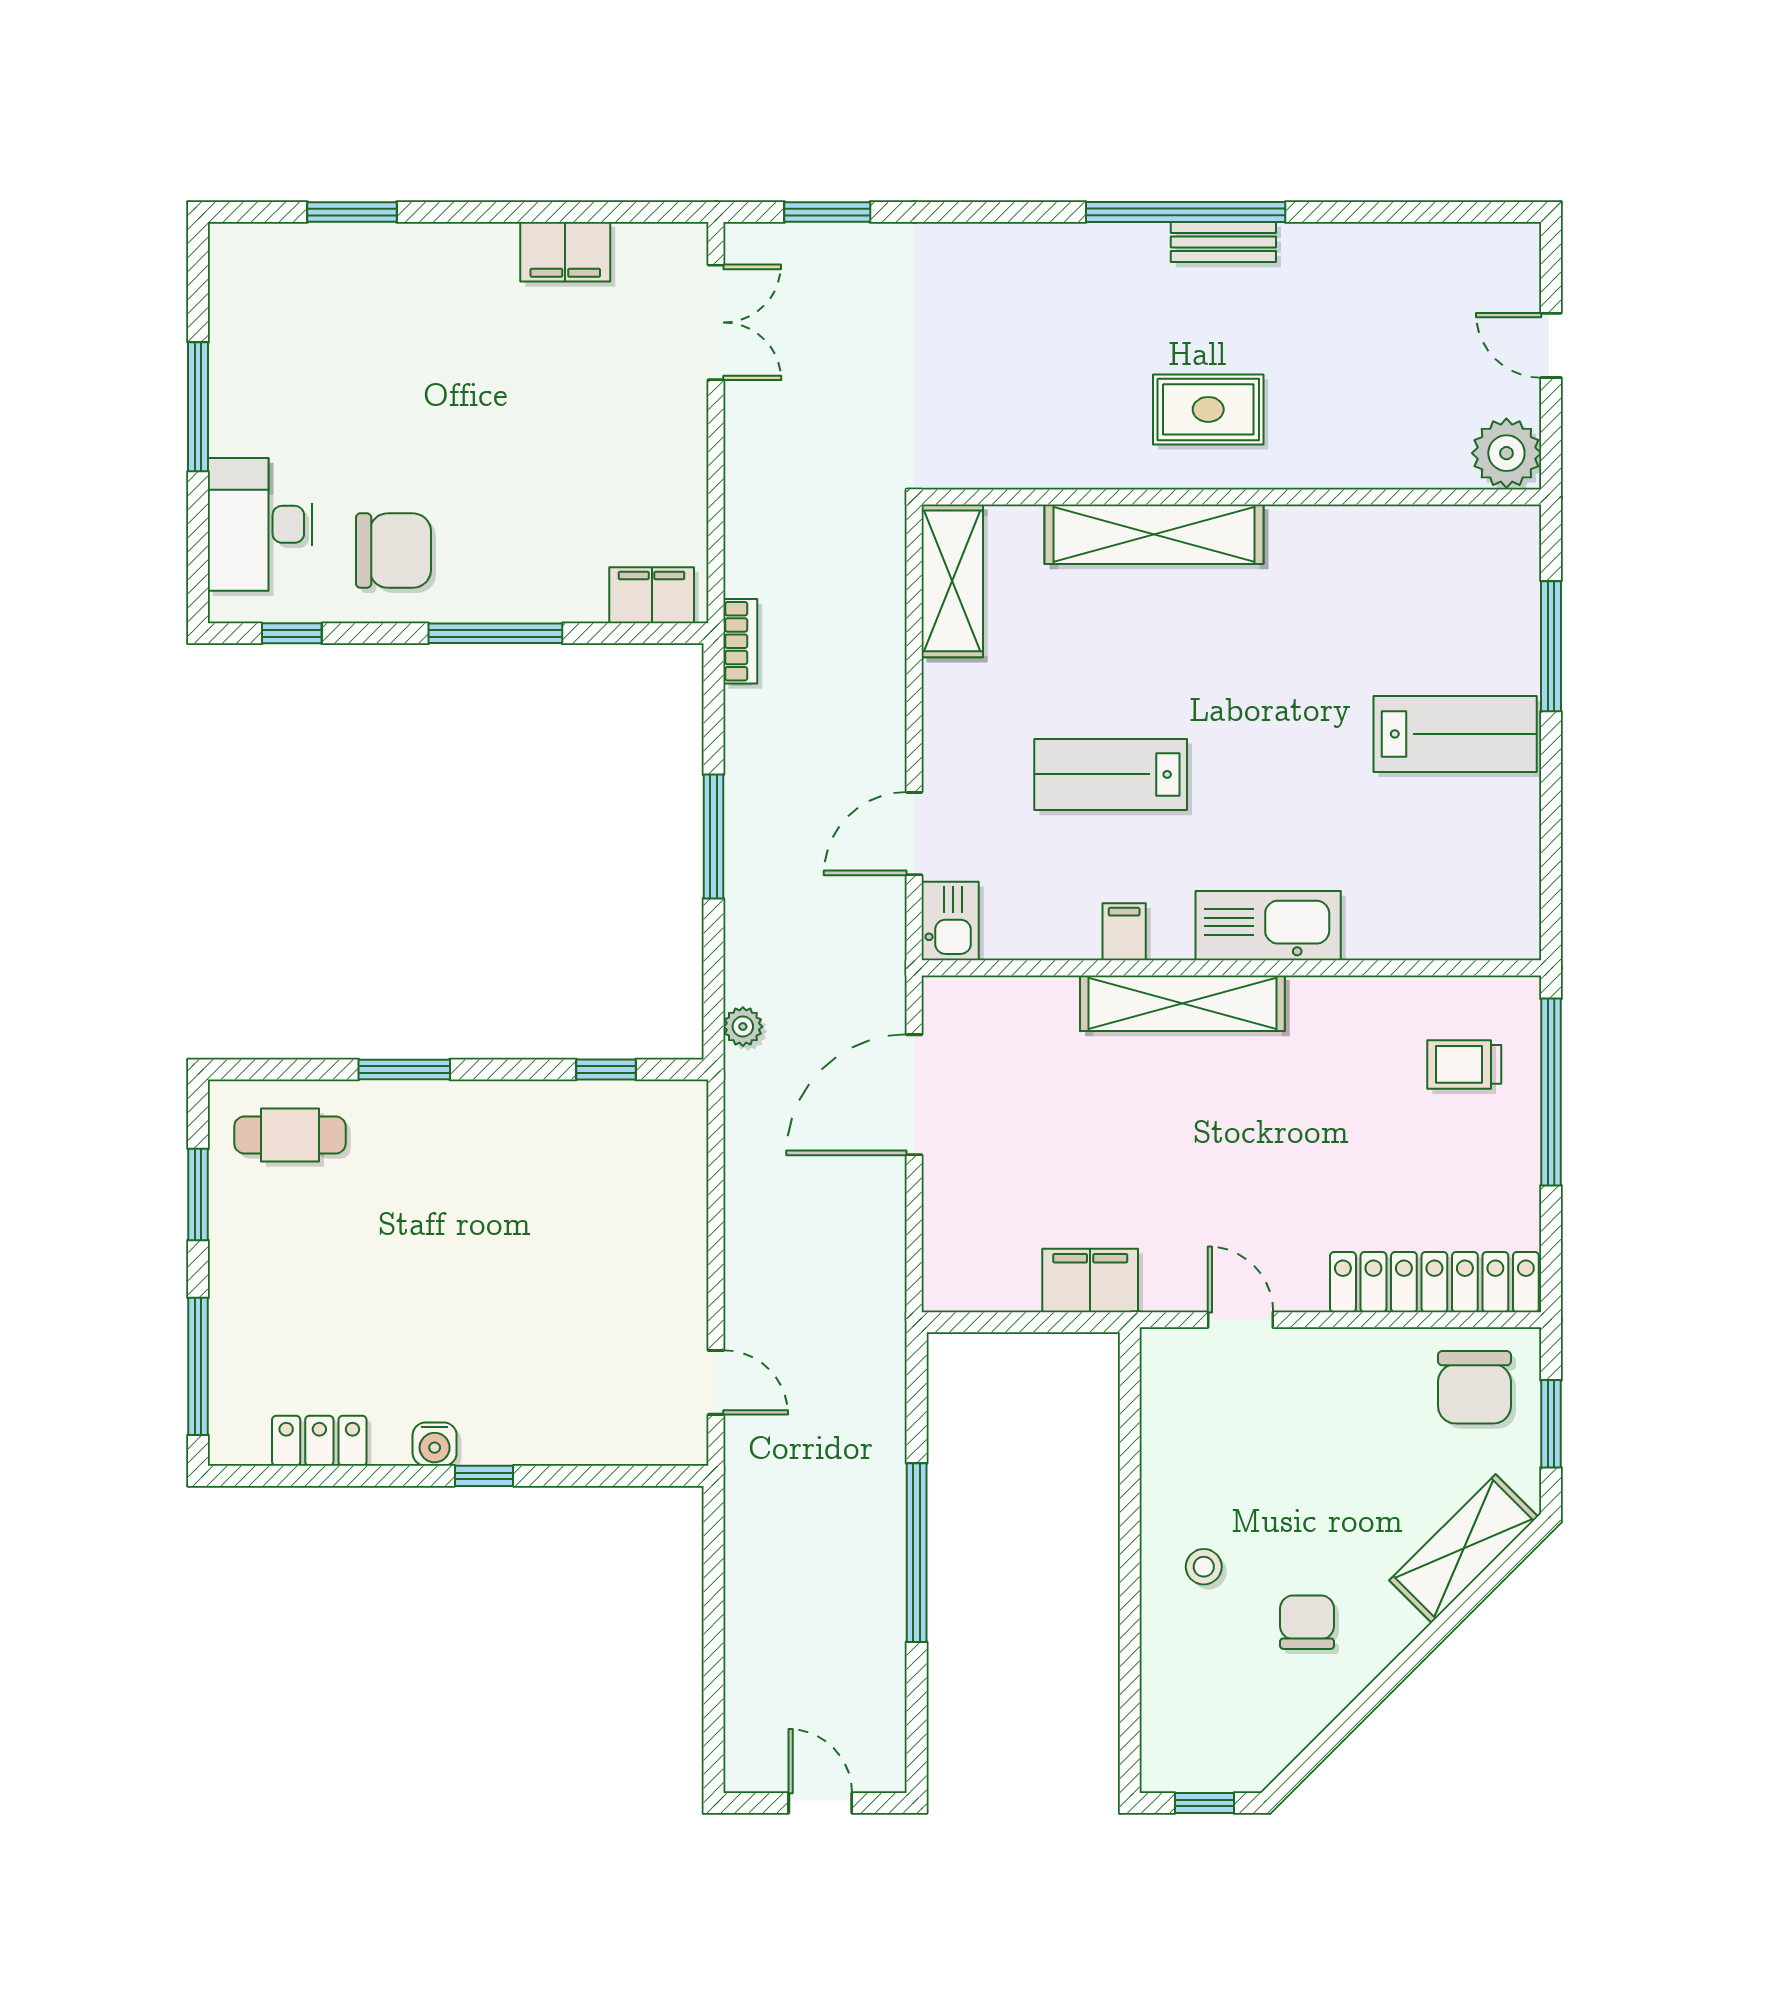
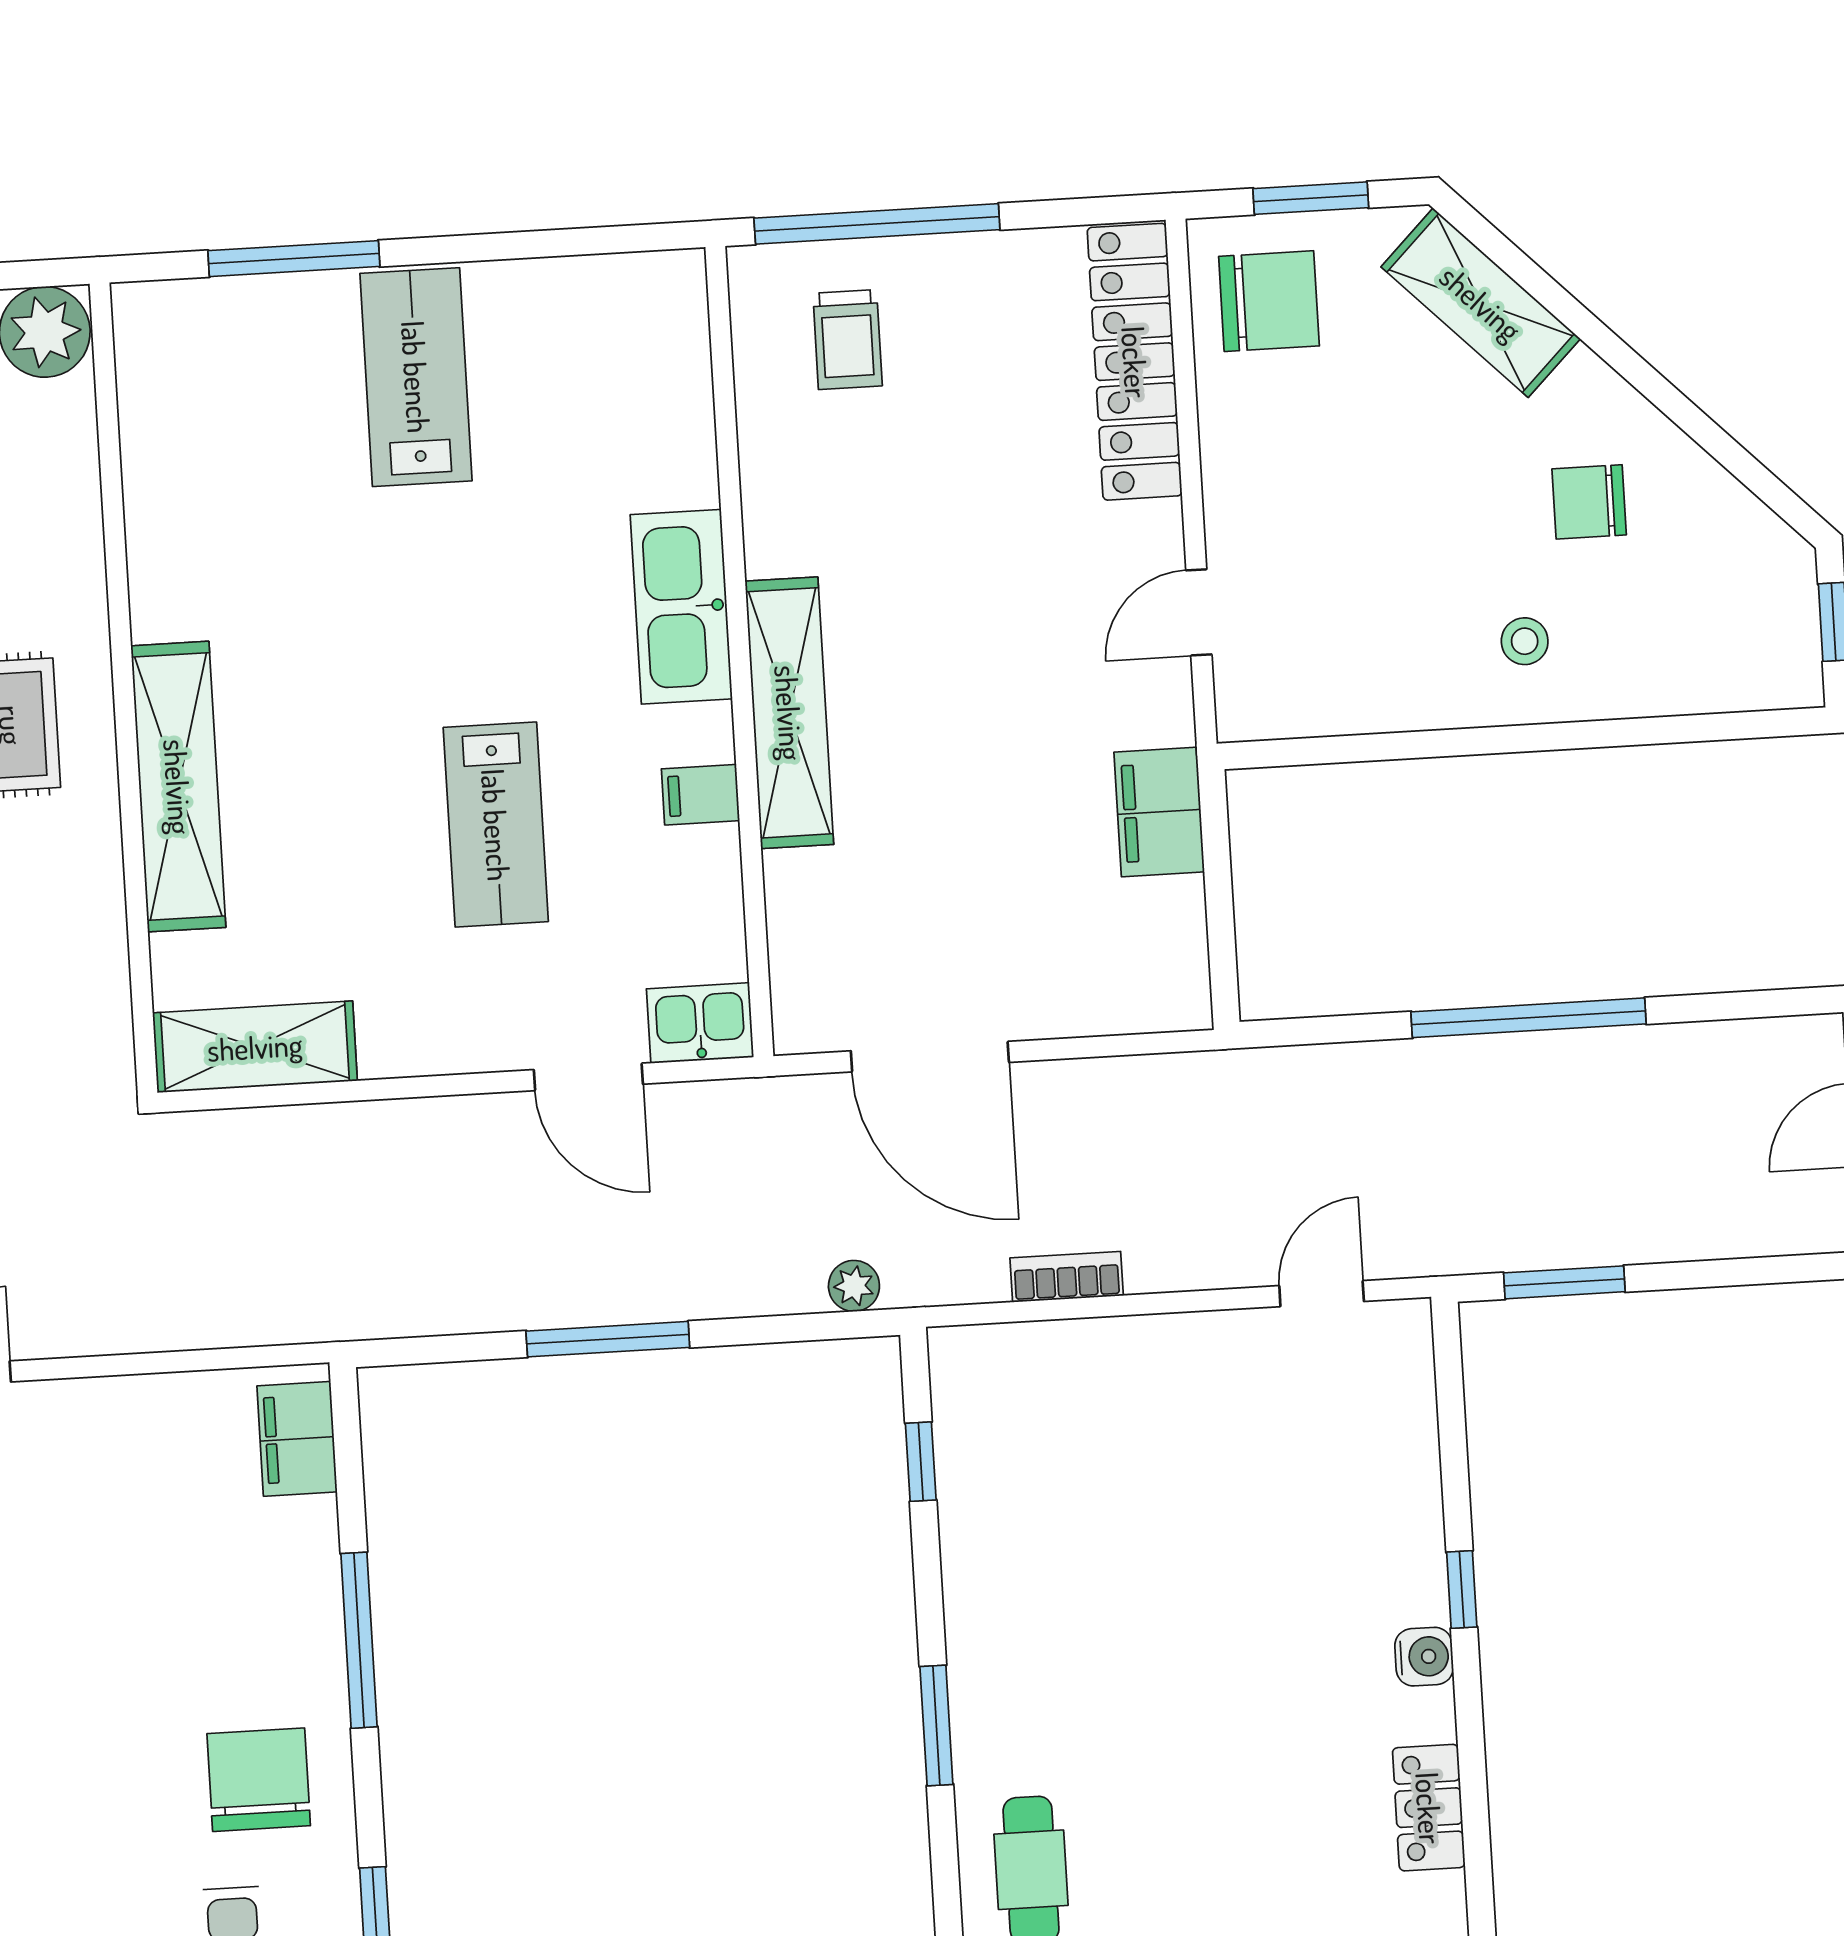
bookcase: (740, 641) -> (1067, 1277), moved
window: (713, 1568) -> (1564, 1282), added

